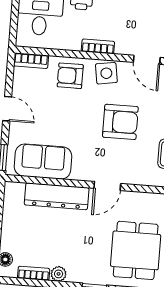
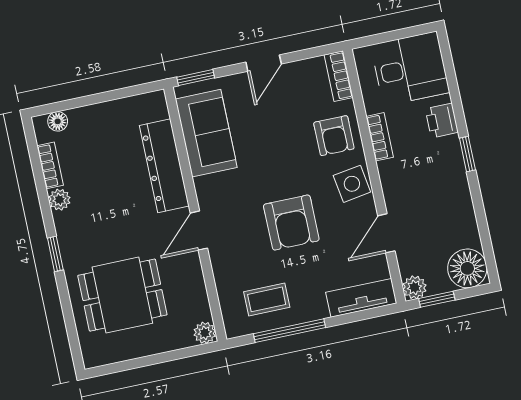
bookcase: (98, 46) -> (380, 137), moved
armchair: (70, 76) -> (334, 136), turned 180
door: (107, 186) -> (199, 231), hinge flipped

